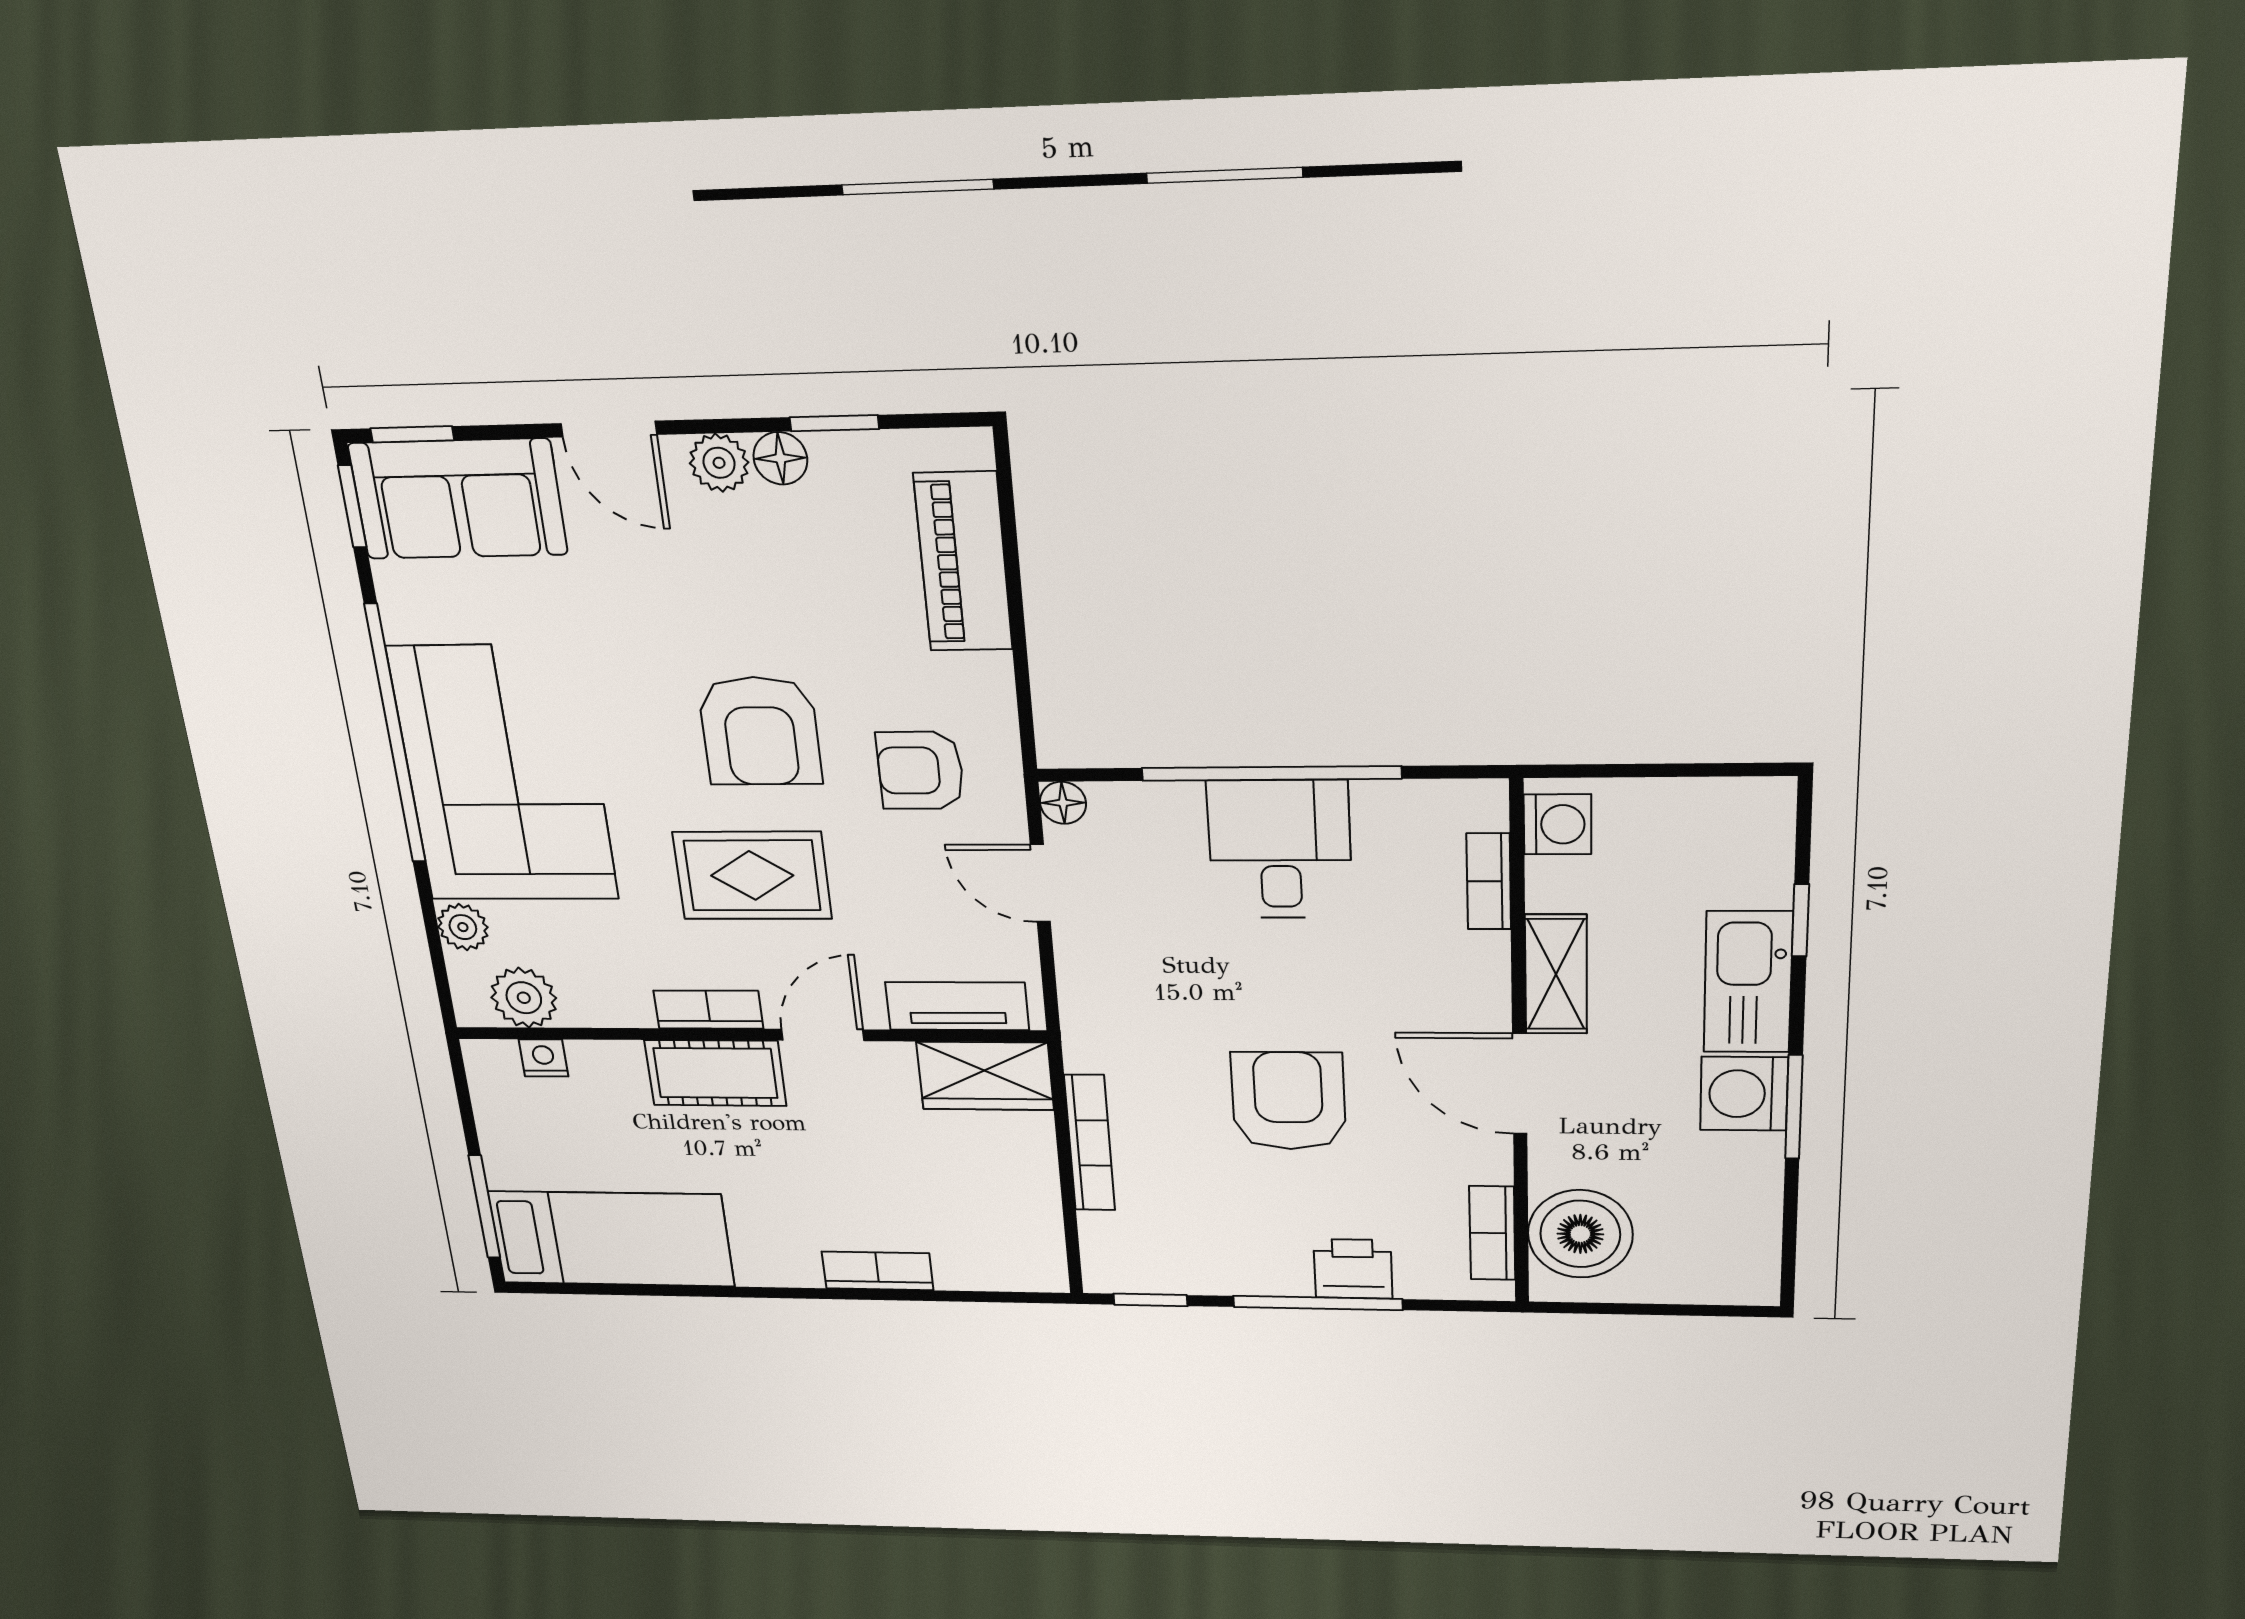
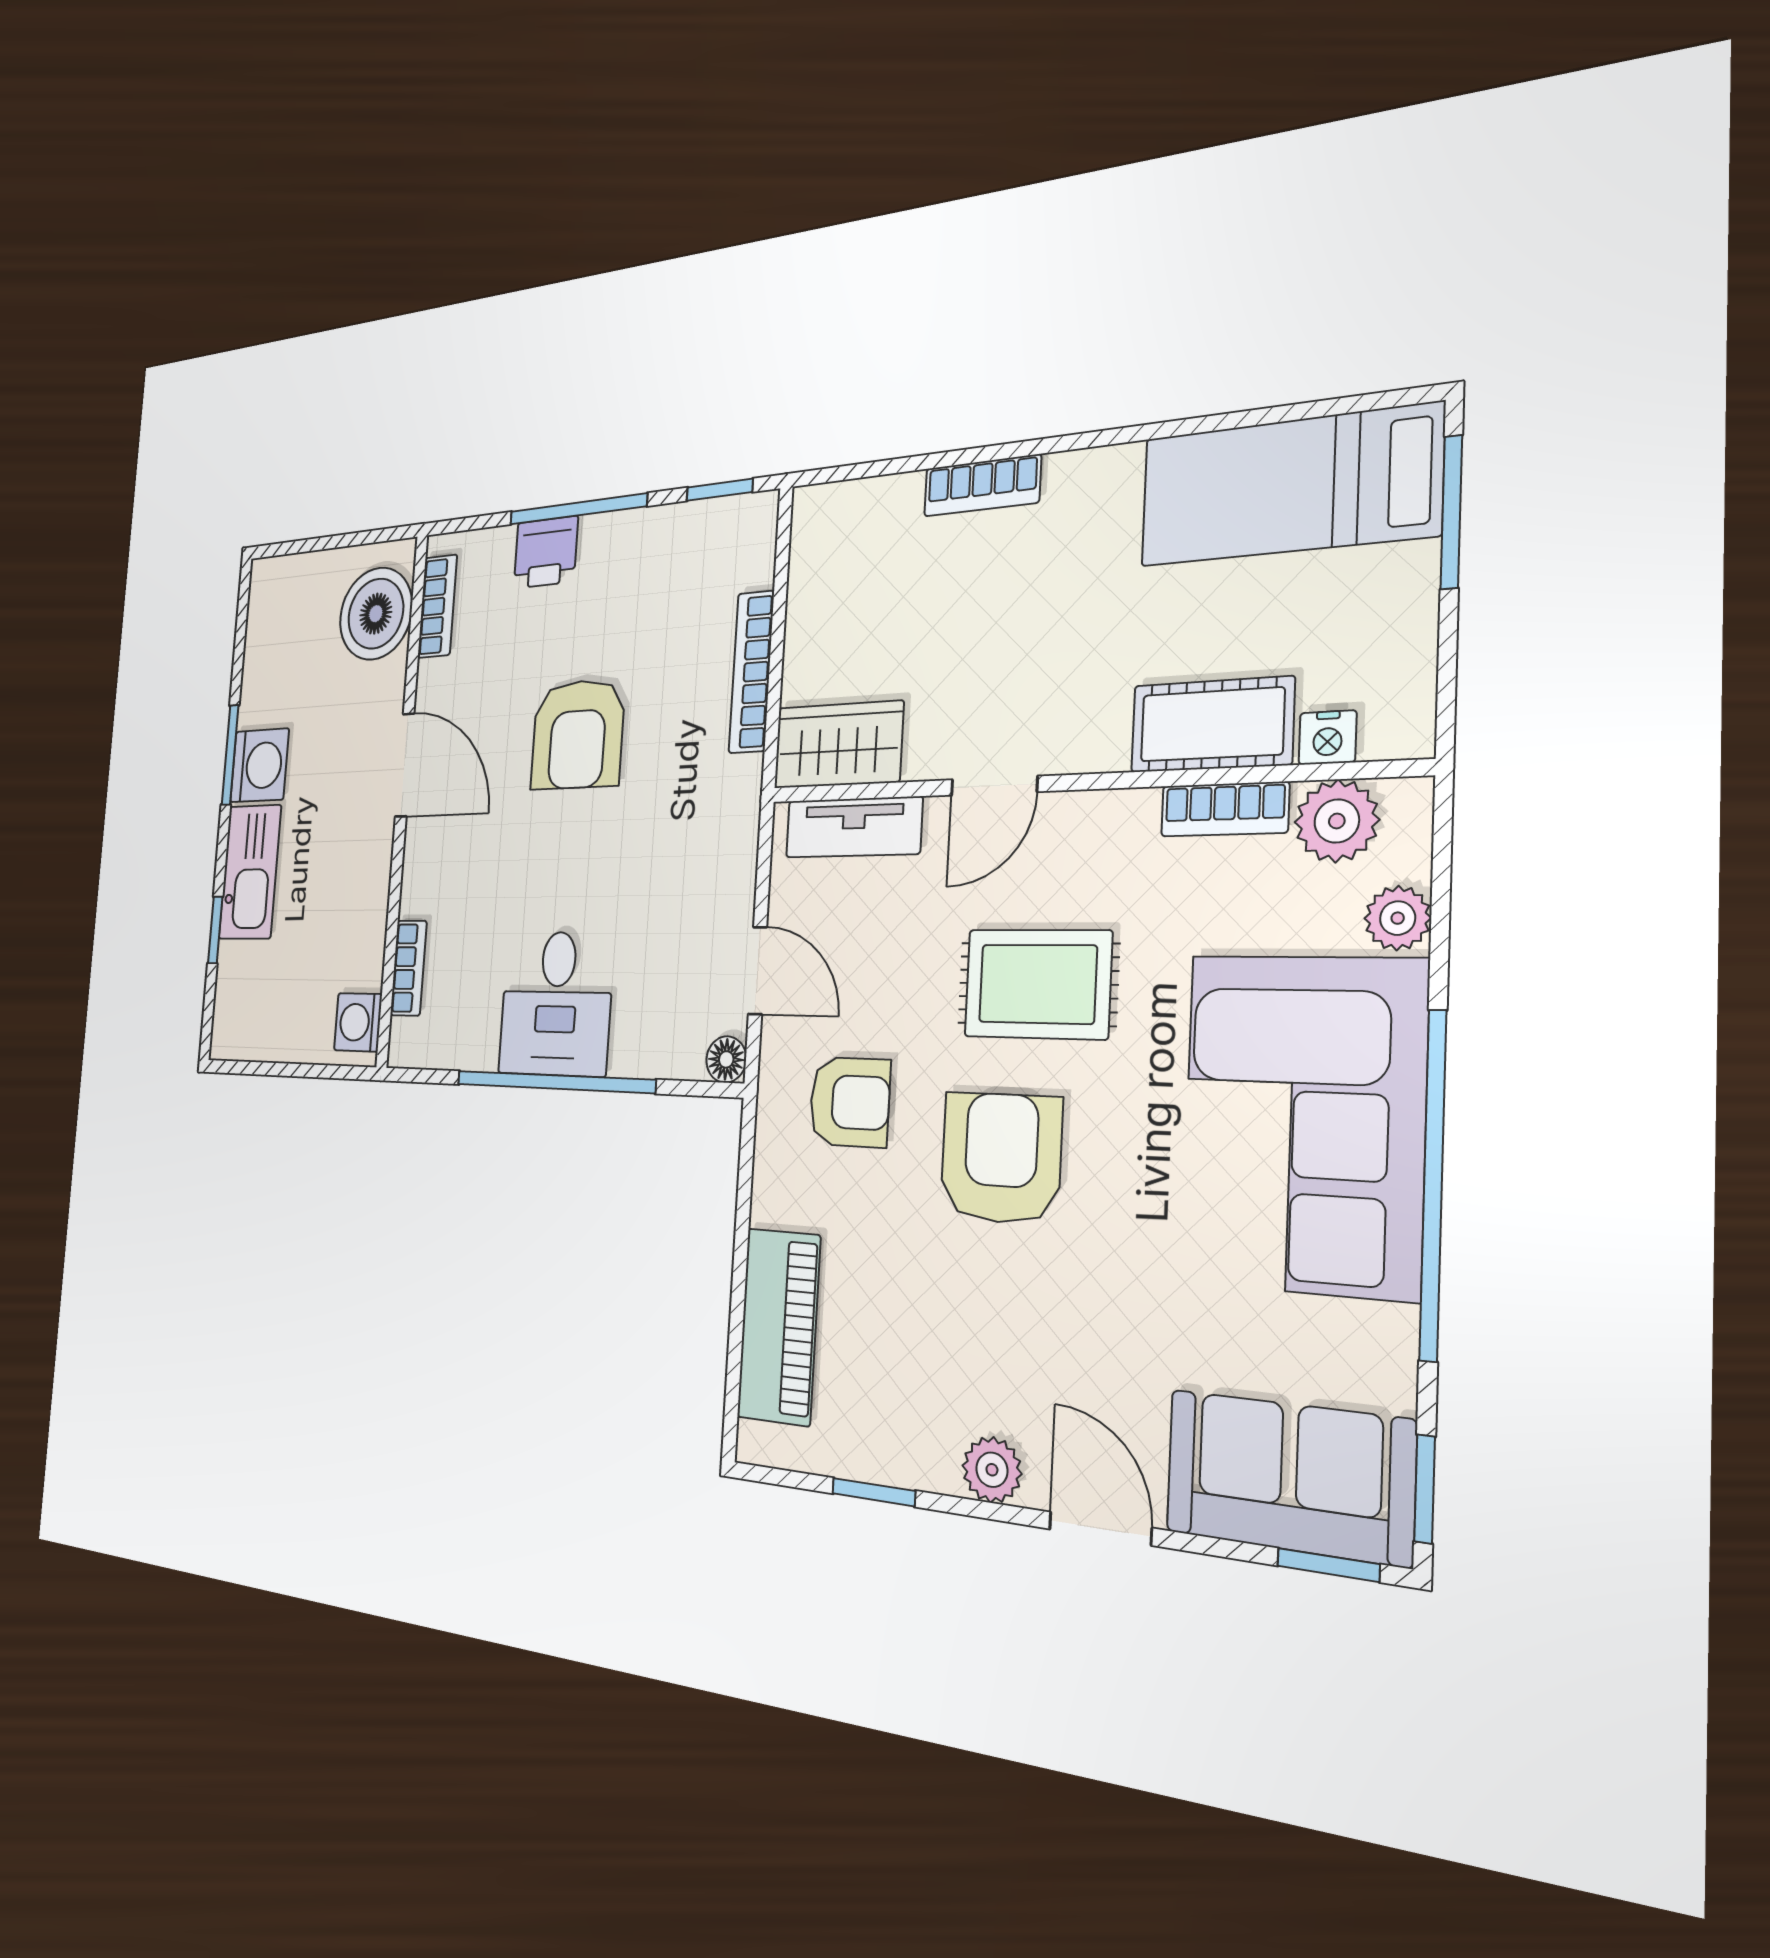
floor lamp: (780, 458) -> (931, 1464), removed
shelving: (1556, 974) -> (371, 877), removed
bookcase: (708, 1010) -> (1225, 809), moved
cot: (715, 1073) -> (1212, 725), moved

